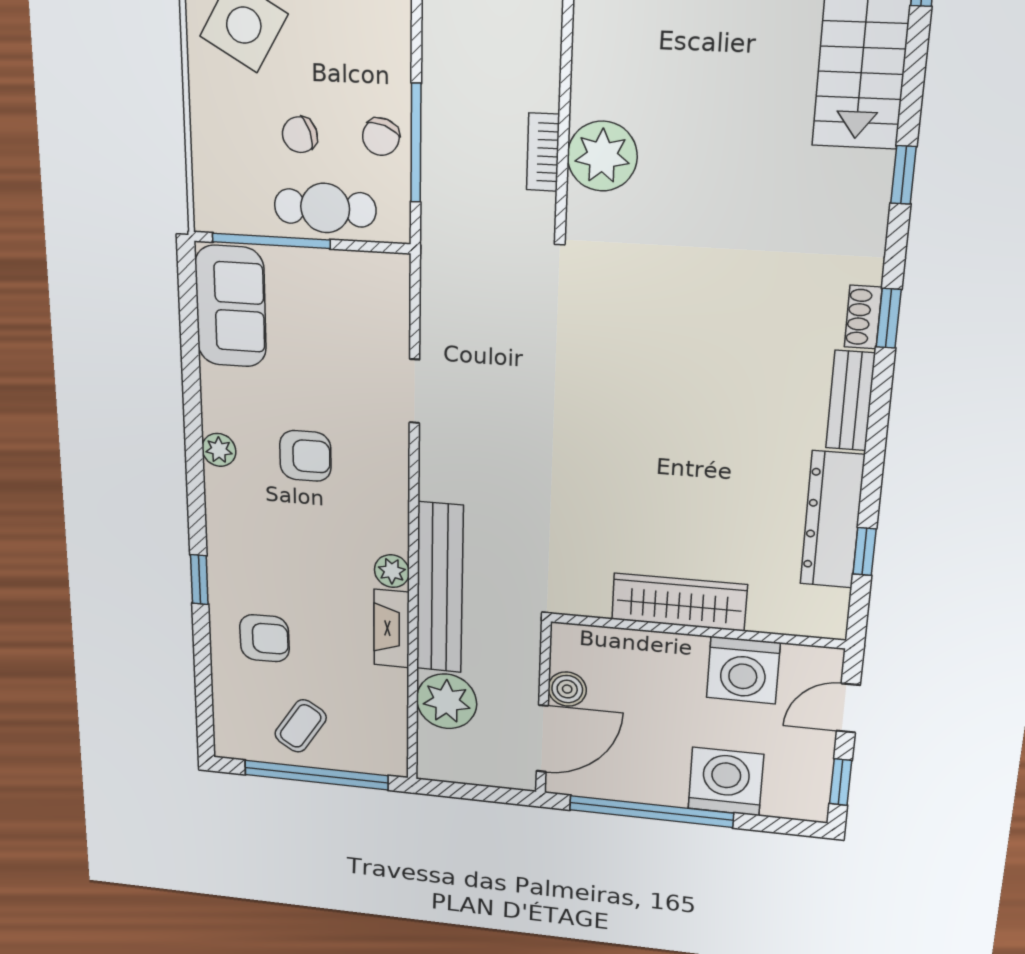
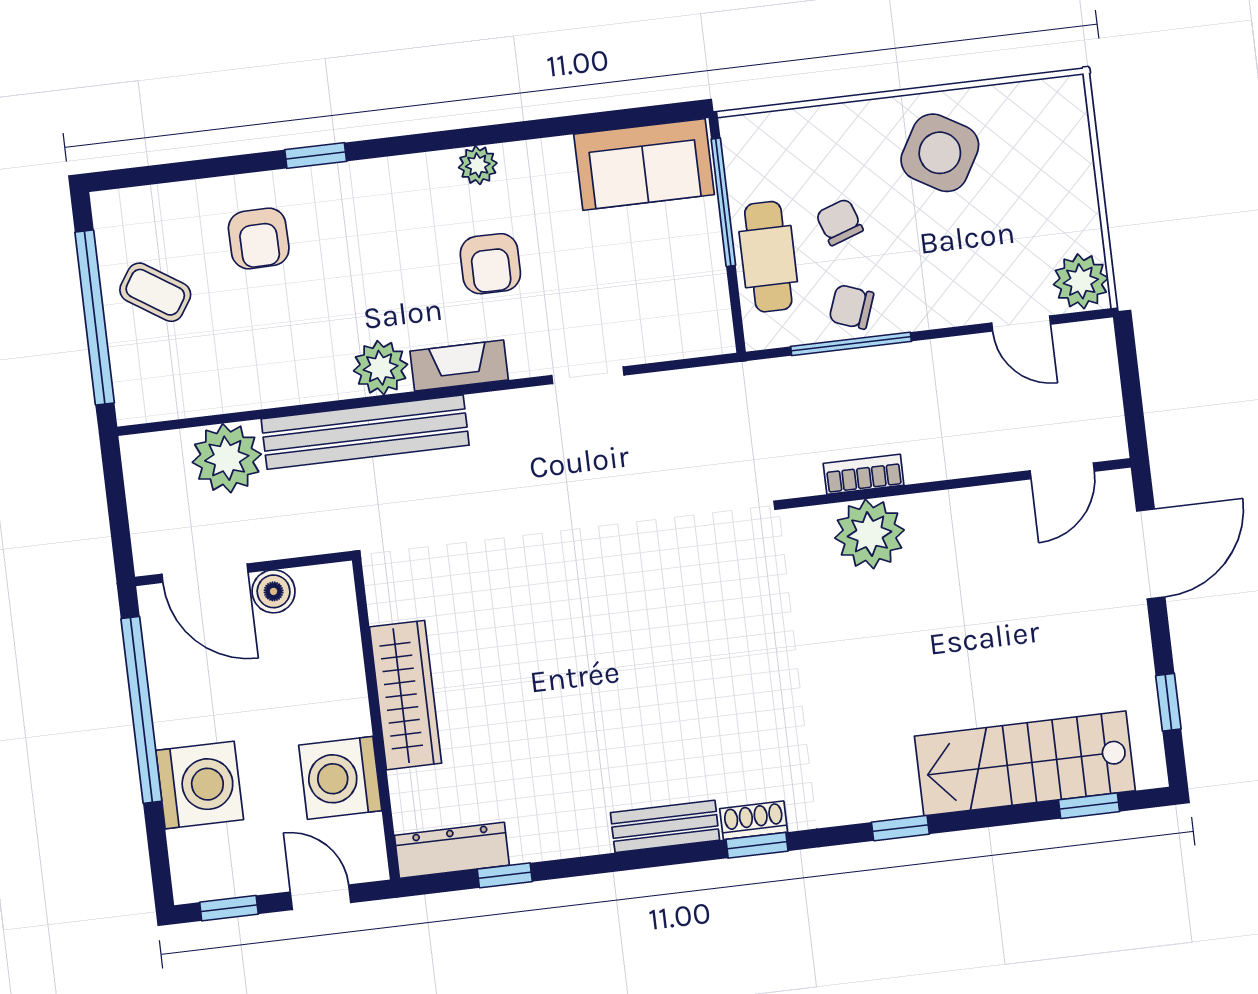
dresser: (832, 520) -> (452, 850), moved, width x0.73, depth x0.80
plant: (392, 571) -> (381, 368), width x1.38, depth x1.38
fireplace: (392, 629) -> (459, 366), moved

